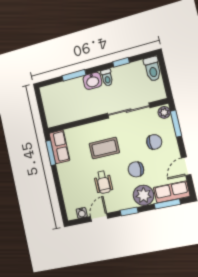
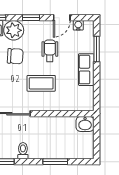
washbasin: (92, 81) -> (85, 124), moved, turned 180
row of seats: (59, 147) -> (86, 70), moved
window: (51, 153) -> (97, 49), moved

